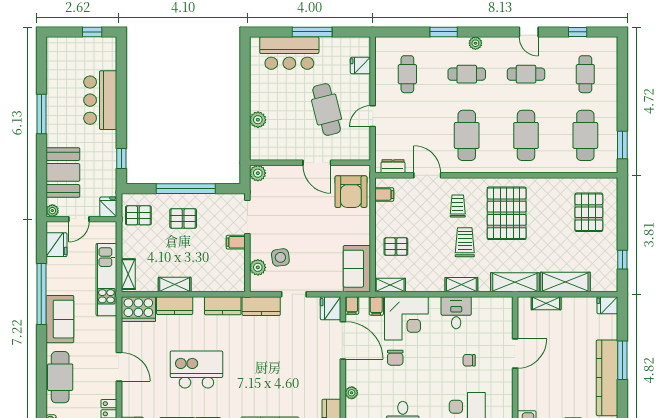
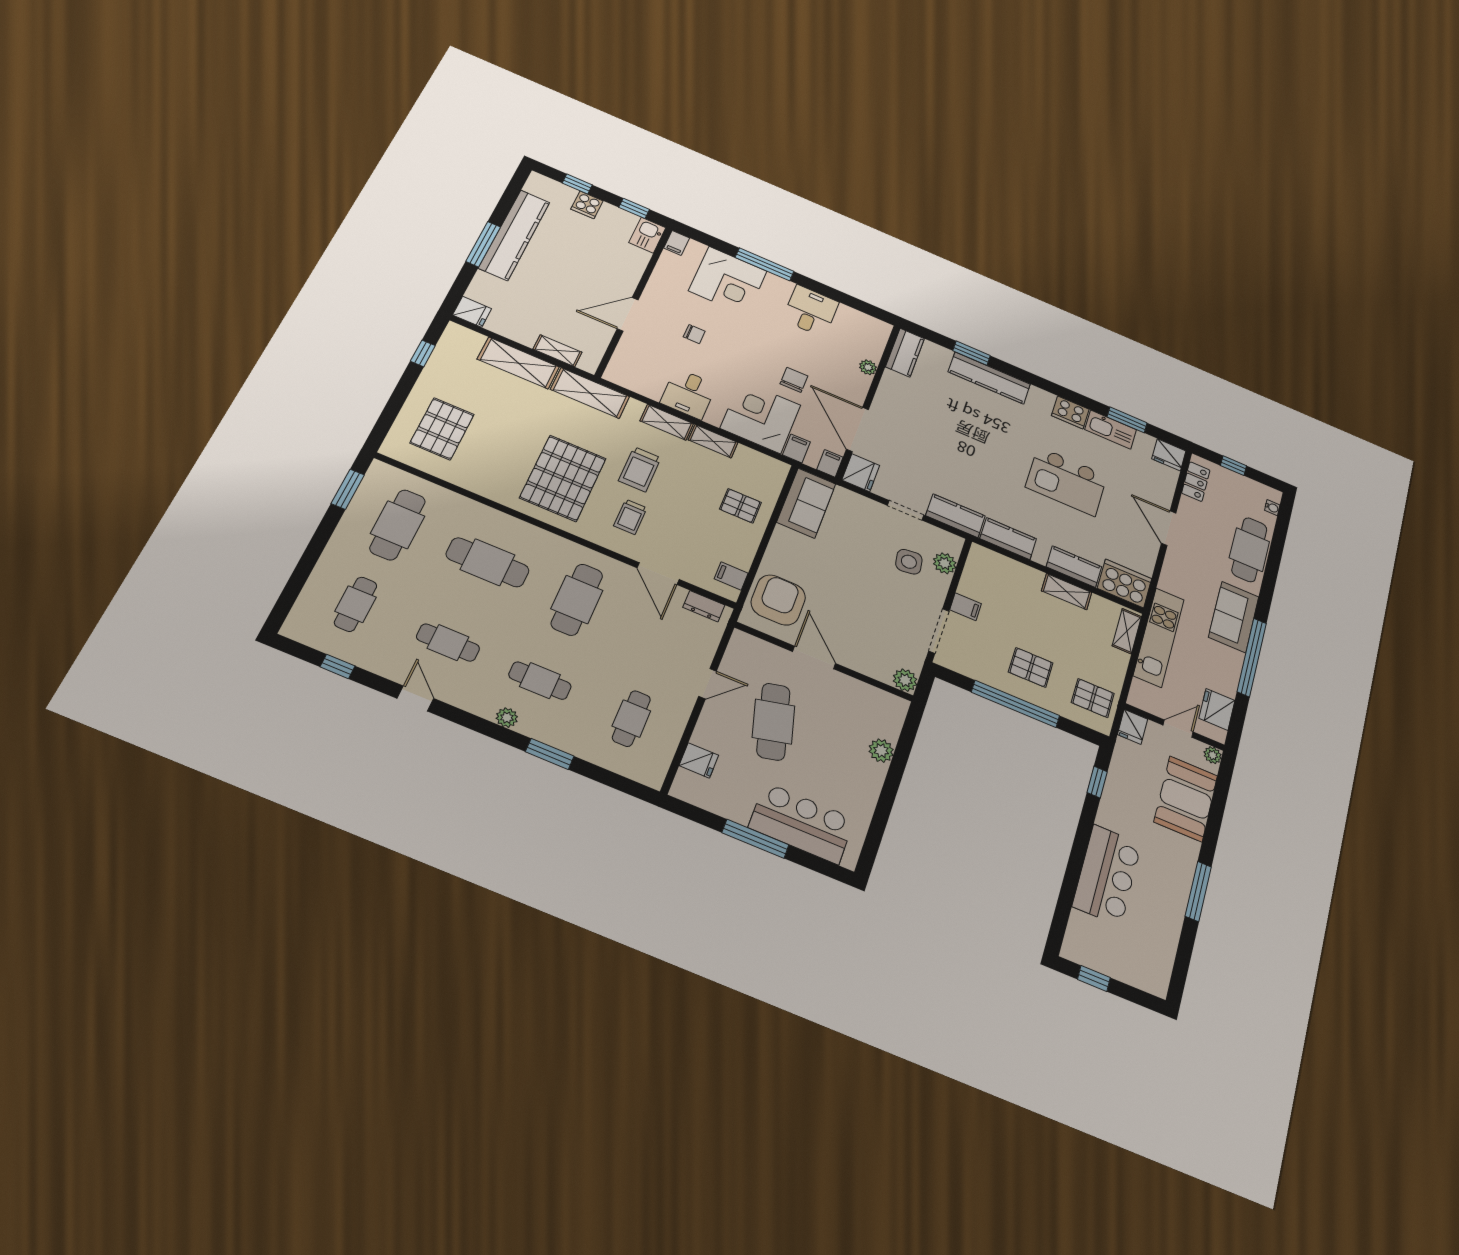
cafe table: (526, 135) -> (488, 562), turned 90
shelving: (390, 285) -> (713, 441), moved

